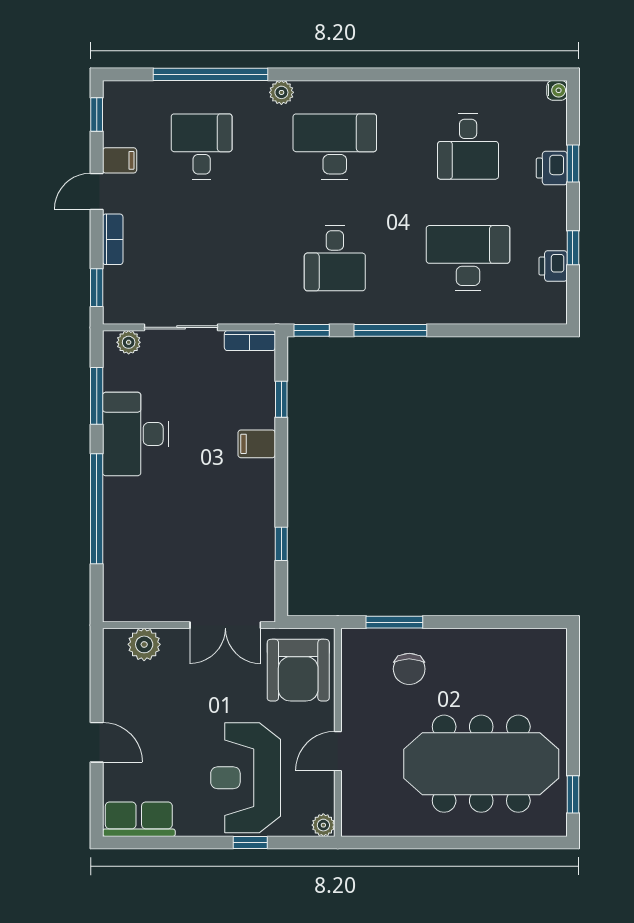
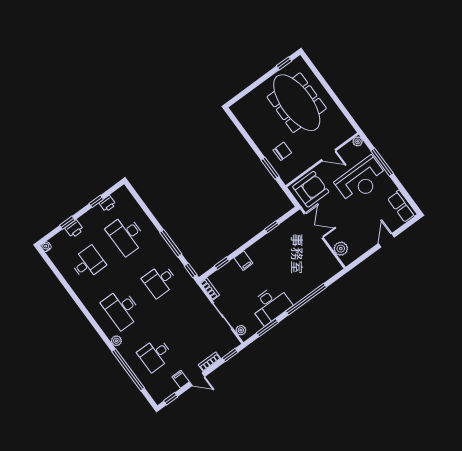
desk: (335, 258) -> (160, 281), turned 180
window: (250, 842) -> (382, 162), width x2.17

